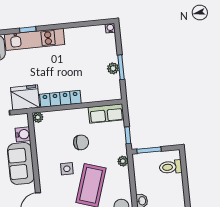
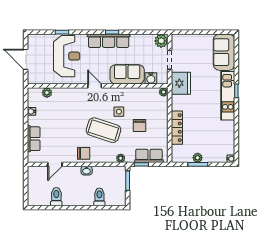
locker: (60, 99) -> (177, 128), moved
row of seats: (106, 113) -> (149, 156), moved, turned 90
toilet: (171, 167) -> (99, 197), moved

